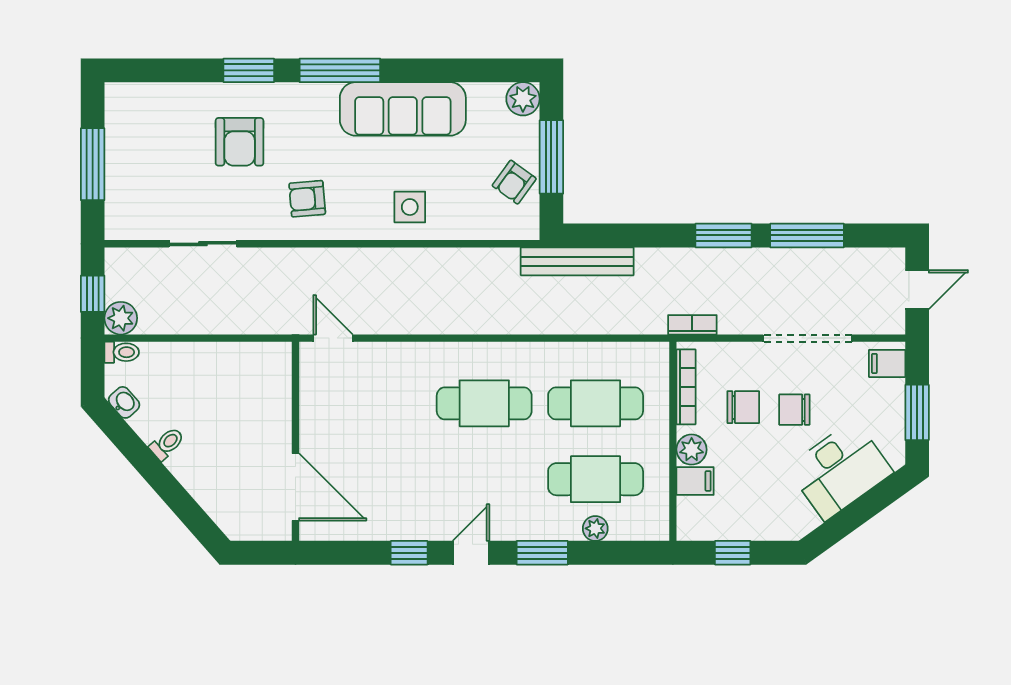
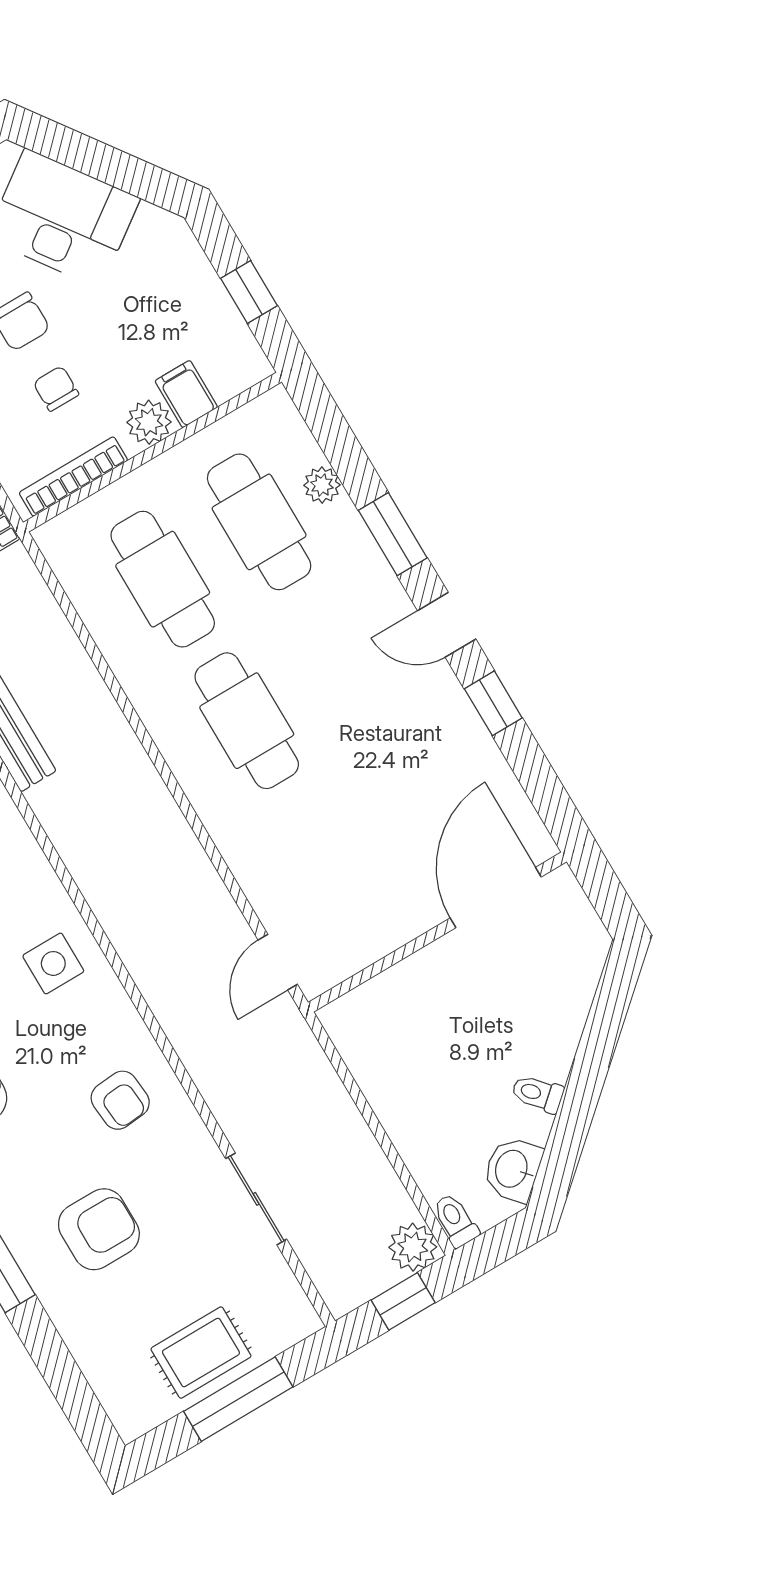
rug: (133, 159) -> (201, 1353), added
washbasin: (124, 402) -> (513, 1169), width x1.38, depth x1.45
chair: (743, 407) -> (56, 389), width x0.73, depth x0.73

